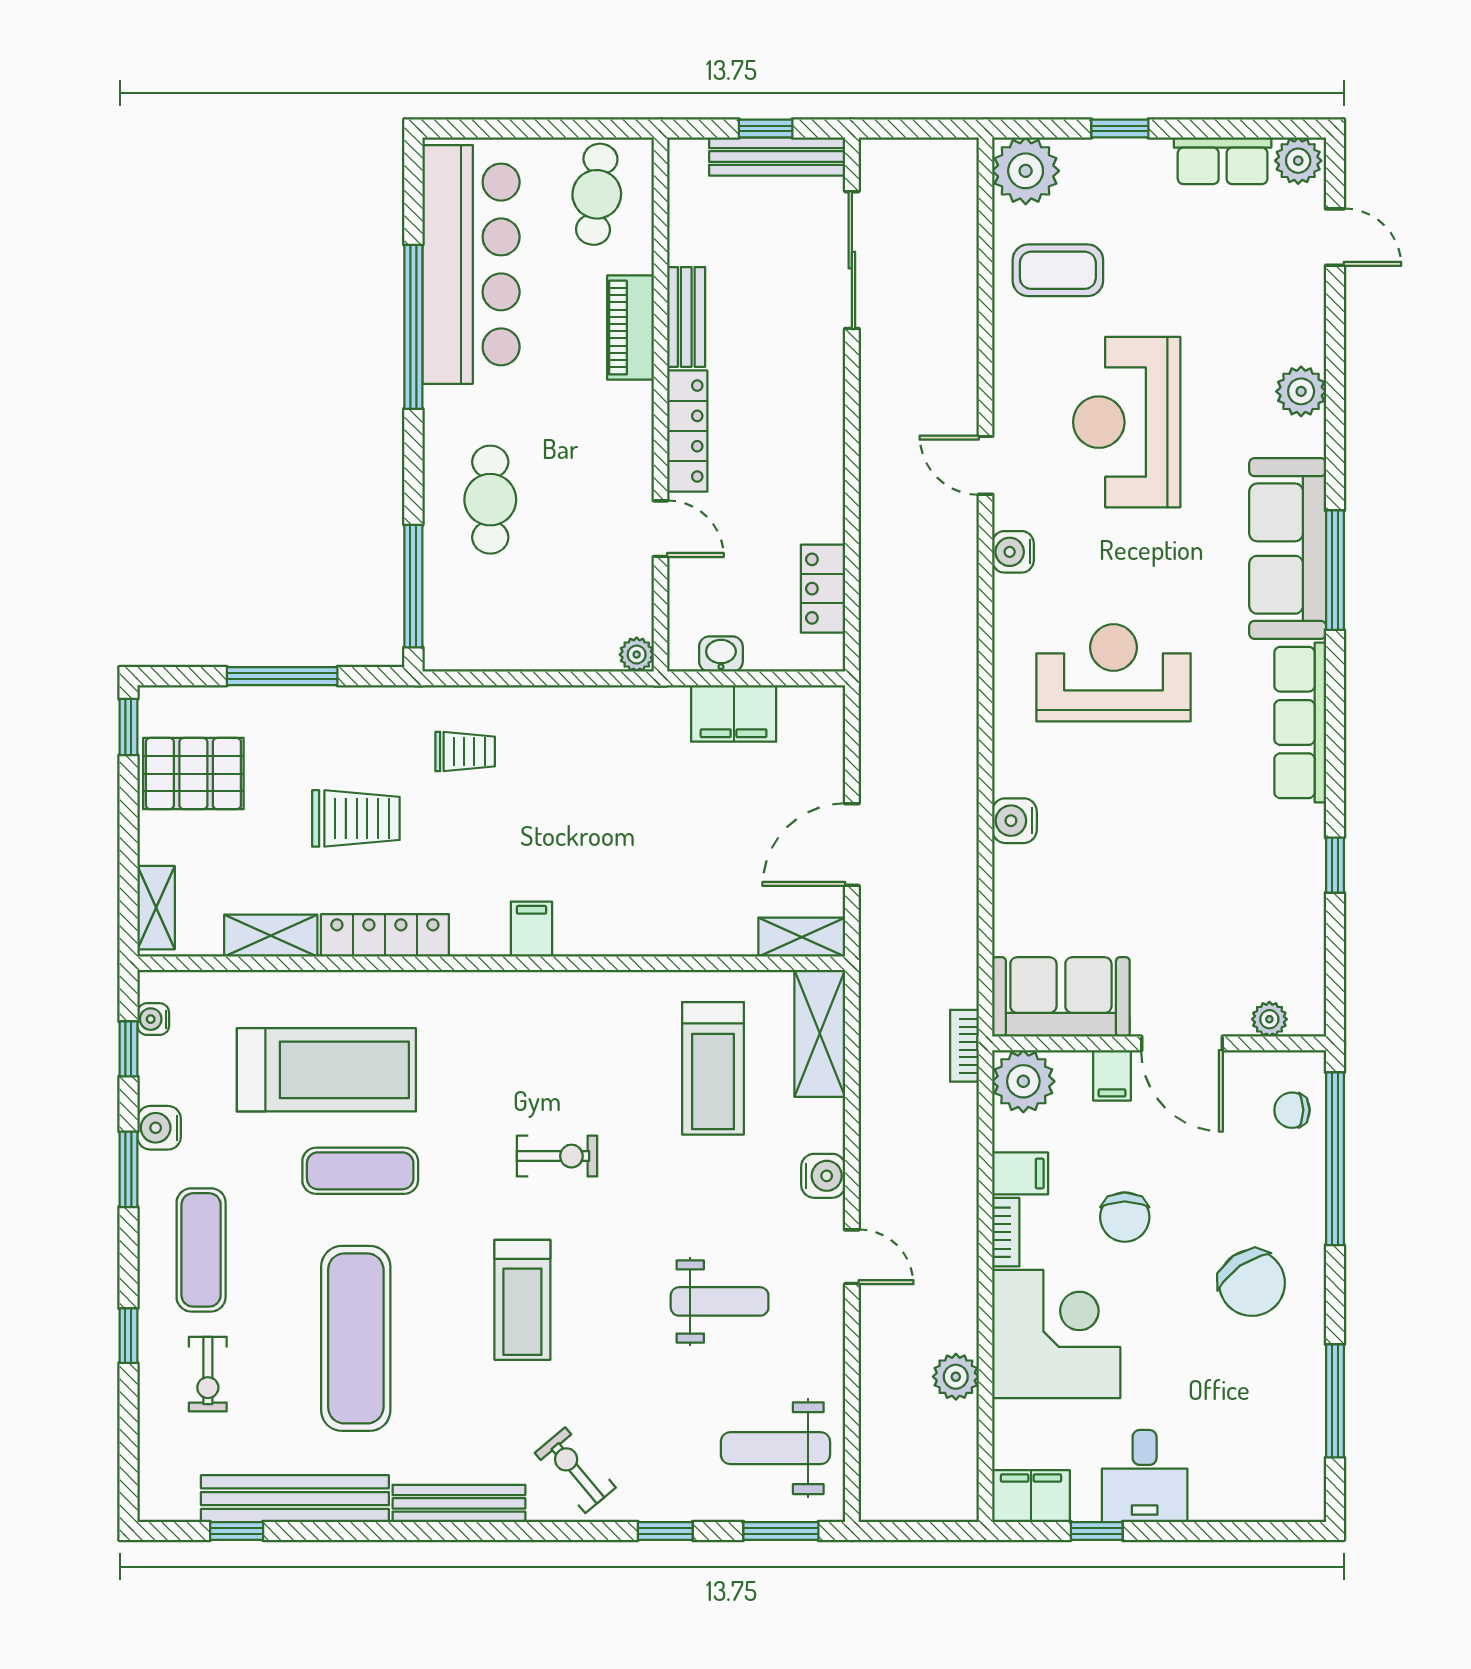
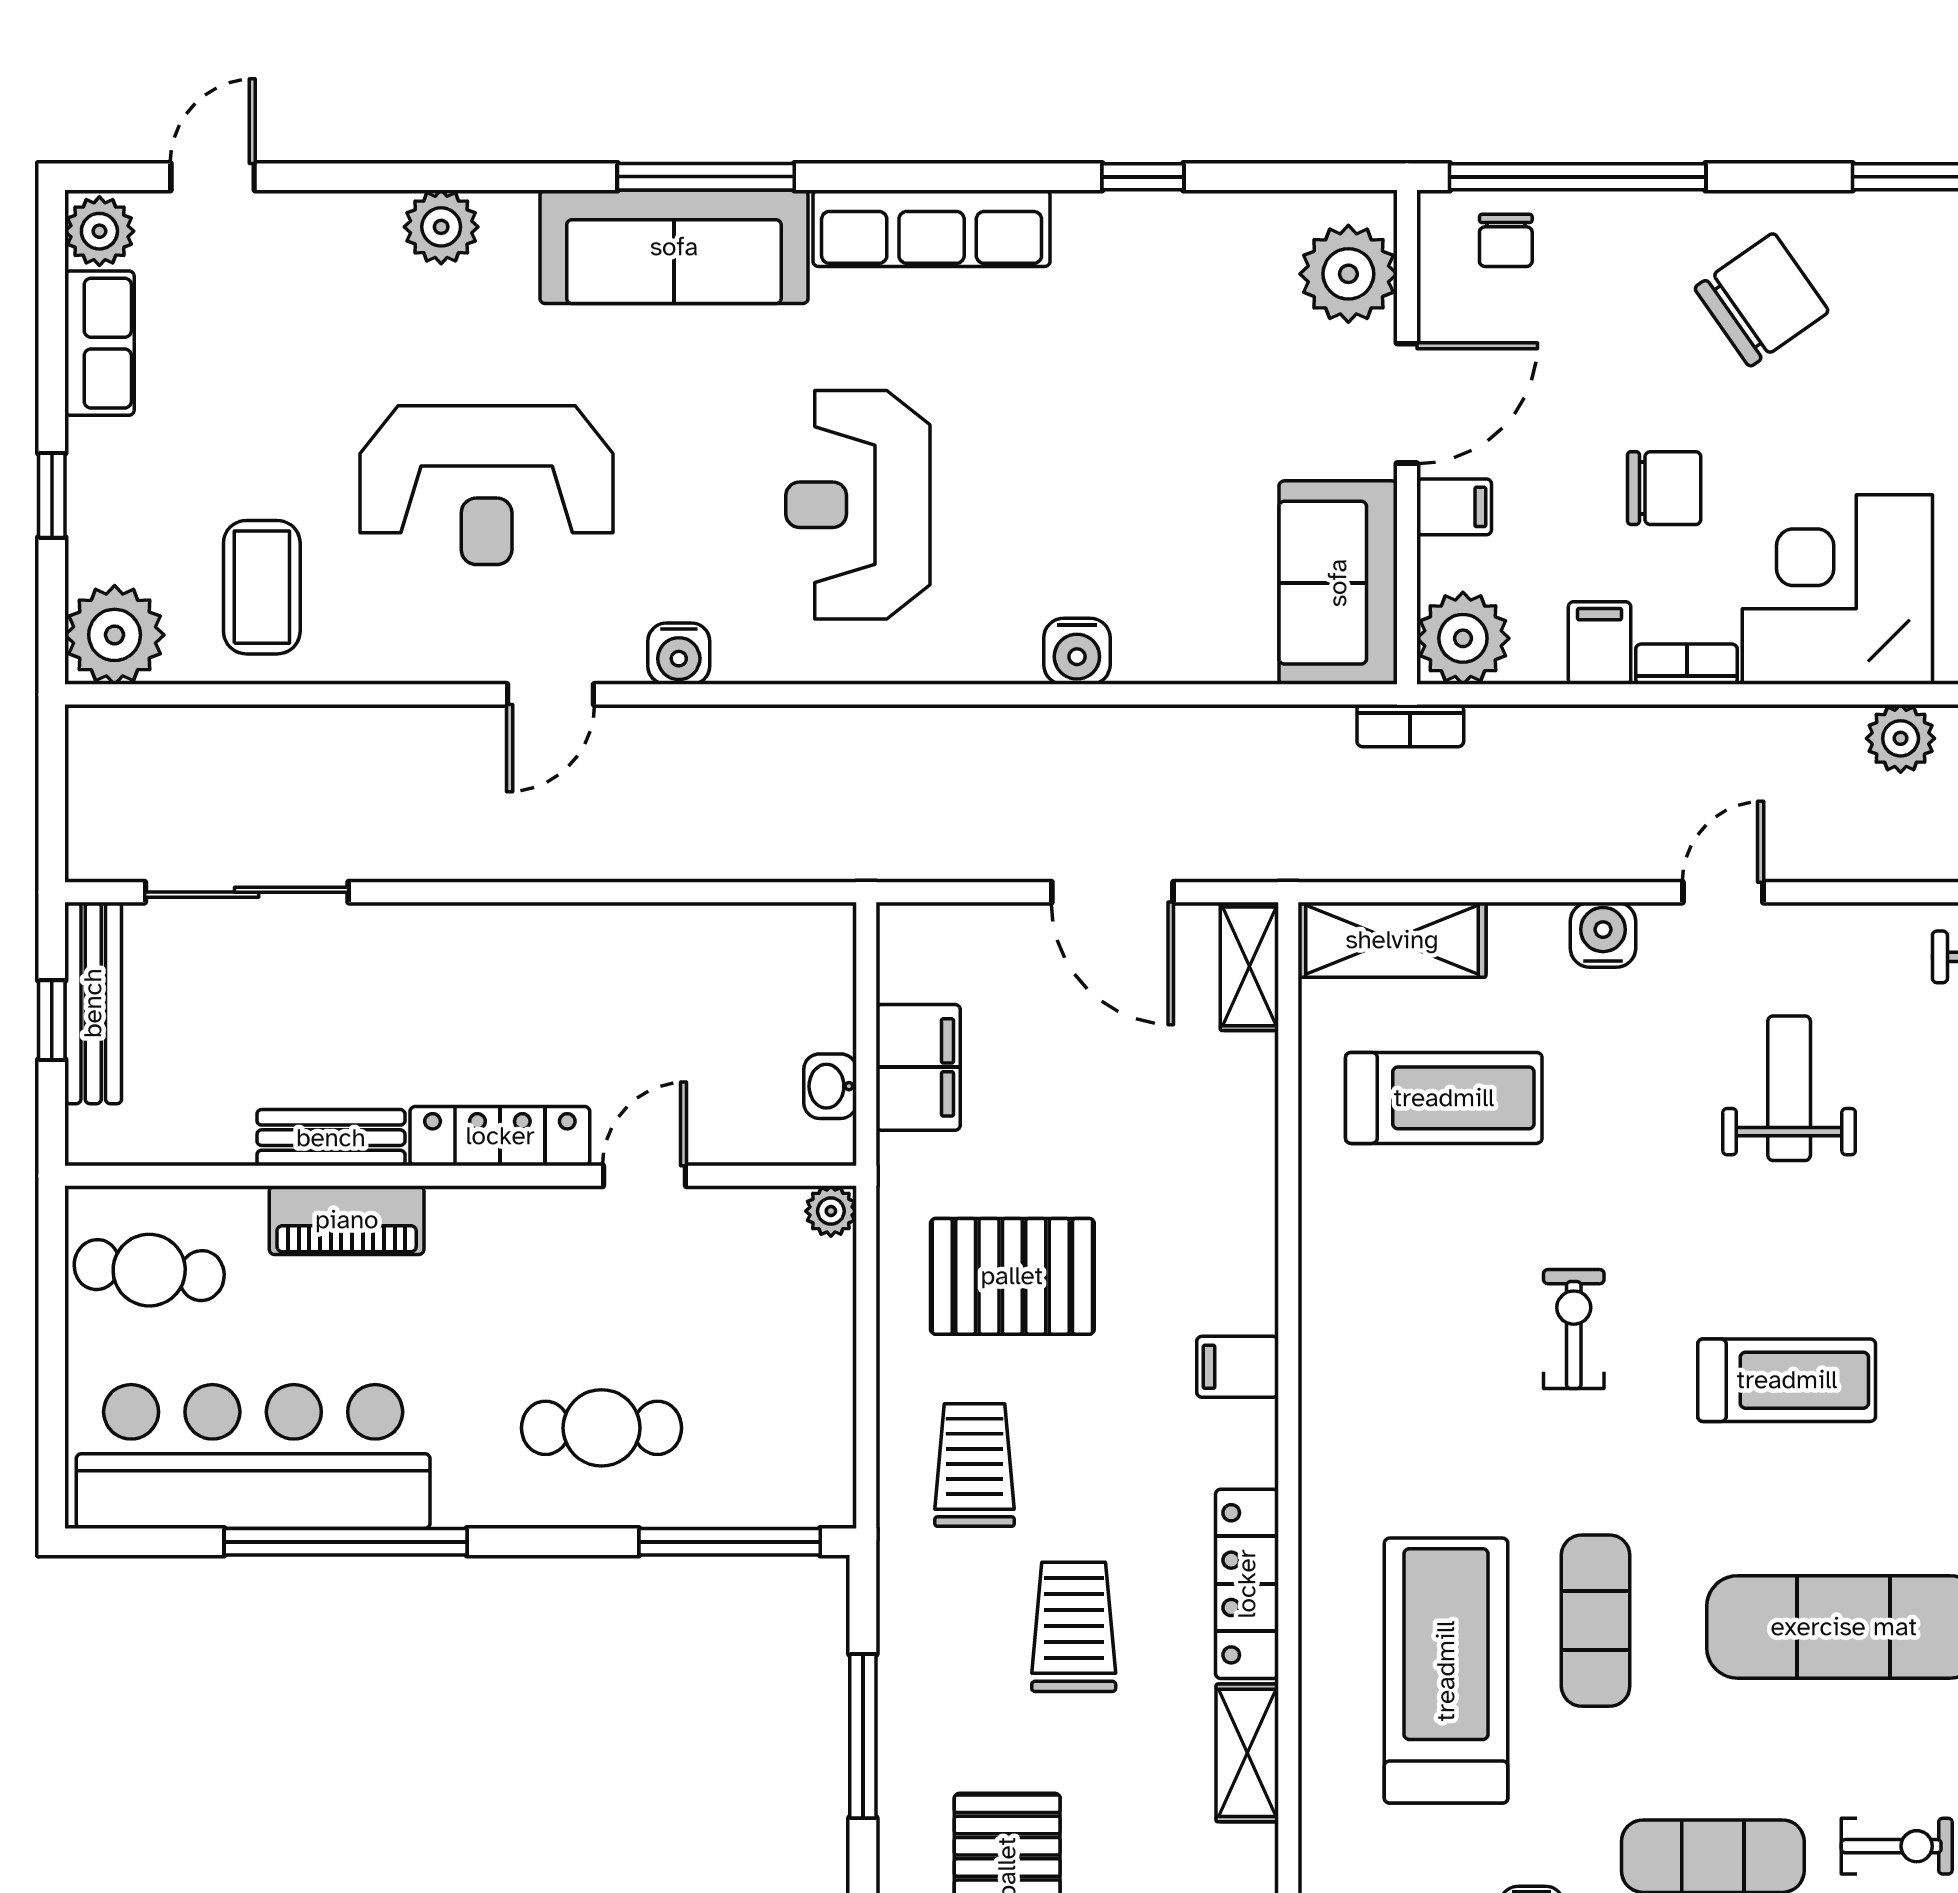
locker: (823, 589) -> (733, 935), removed
trolley: (465, 752) -> (975, 1465), width x1.36, depth x1.39
pallet: (593, 777) -> (1012, 1276), added
plant: (1269, 1019) -> (1348, 274), width x1.87, depth x1.87

